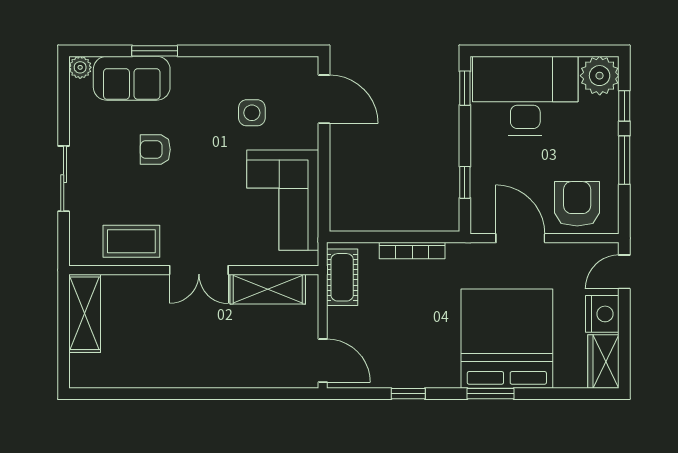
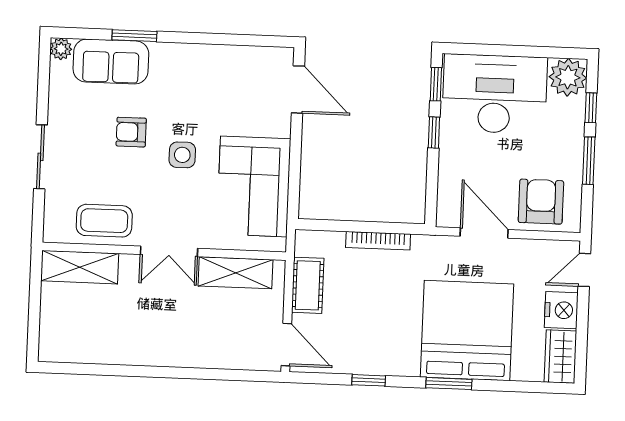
side table: (252, 113) -> (182, 155), moved
window: (465, 182) -> (434, 133), moved
cot: (342, 277) -> (308, 285), moved
shelving: (85, 313) -> (80, 267), moved, turned 90

